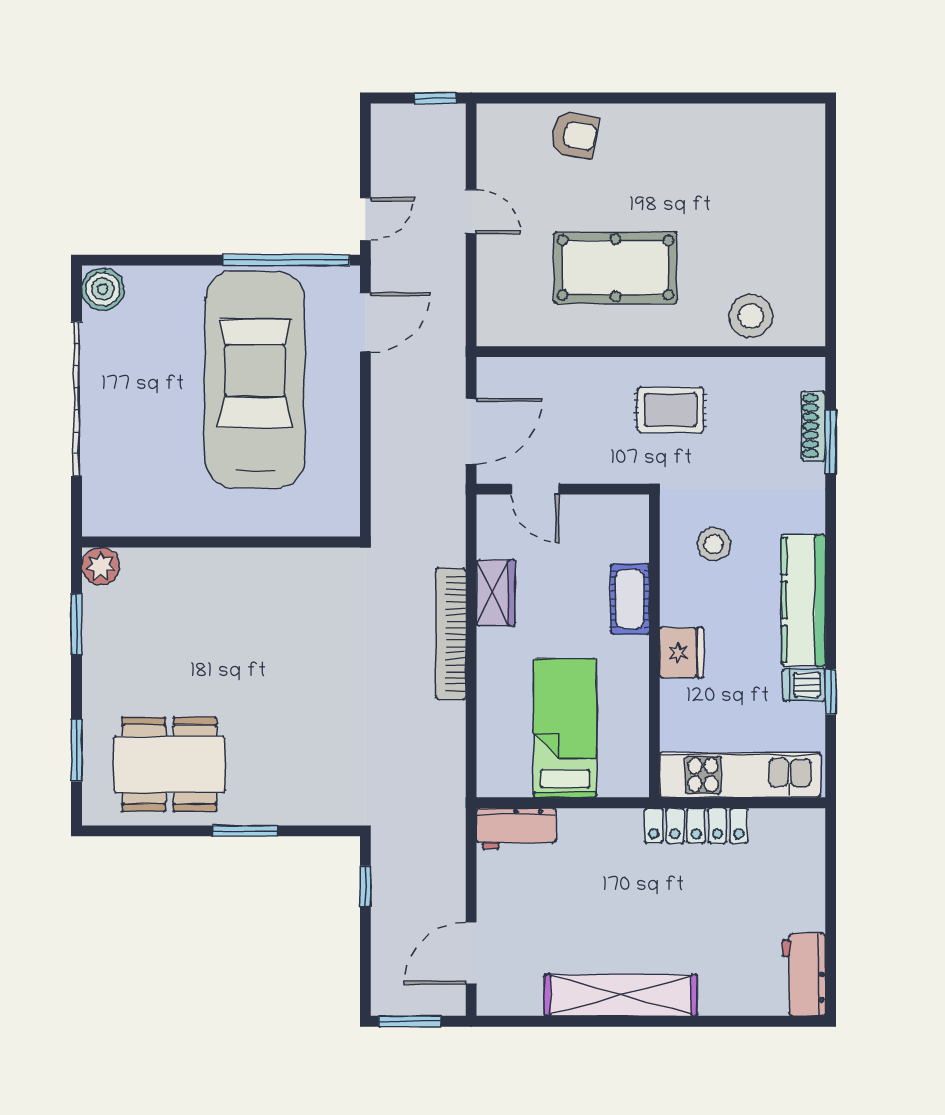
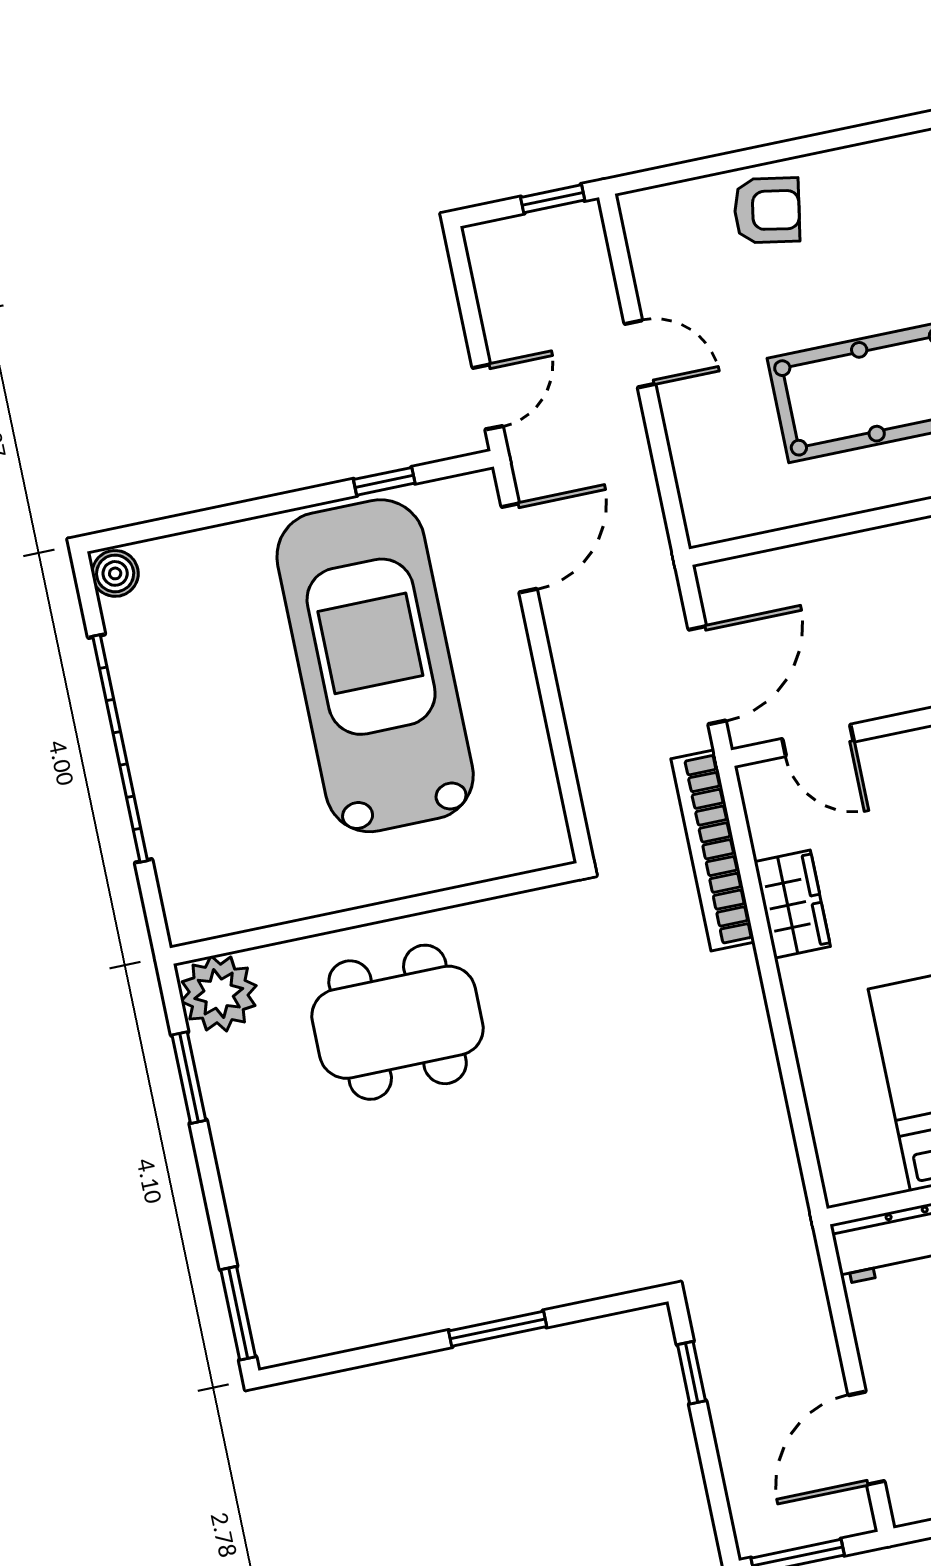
window: (286, 260) -> (384, 481), width x0.32
boiler: (103, 289) -> (115, 573), width x0.73, depth x0.73
plant: (101, 566) -> (219, 994), width x1.36, depth x1.36
bookcase: (451, 634) -> (713, 850), moved
window: (76, 750) -> (238, 1313), moved
dining table: (169, 764) -> (398, 1022), moved

